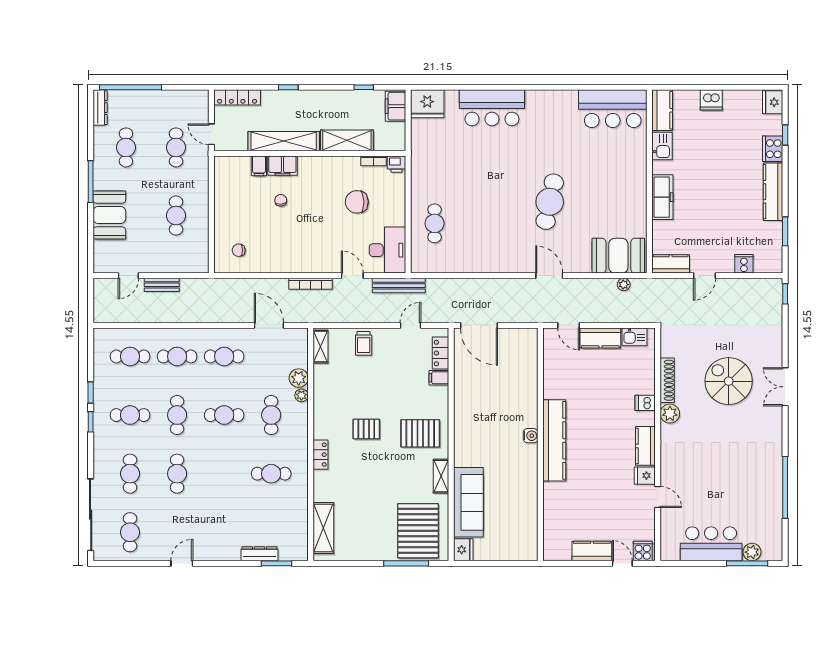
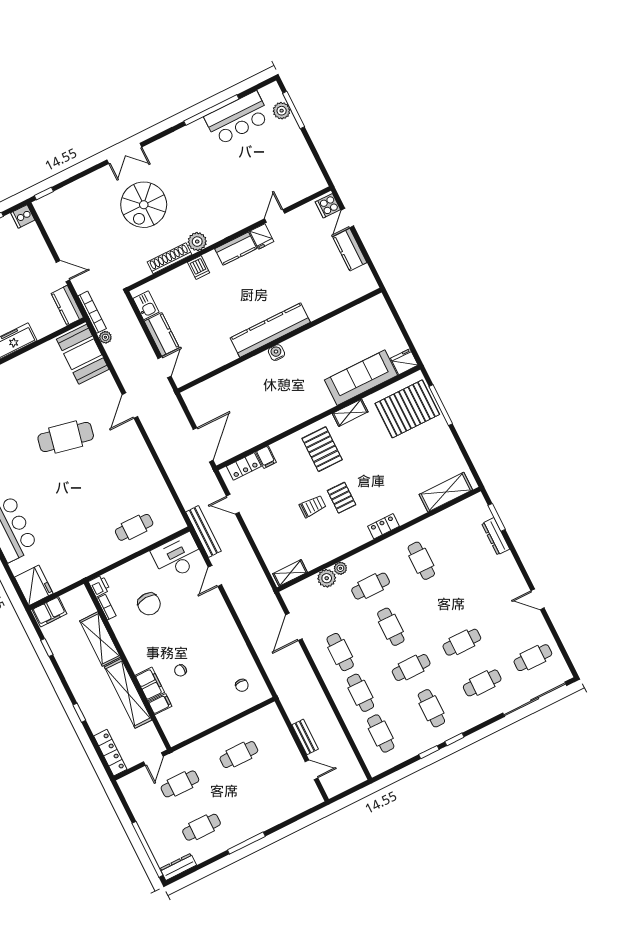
booth: (109, 215) -> (267, 812), removed
cooker: (744, 264) -> (23, 216), moved
bookcase: (311, 284) -> (92, 312), moved
trolley: (364, 343) -> (313, 506), moved
bar counter: (711, 544) -> (237, 118), moved, turned -90

